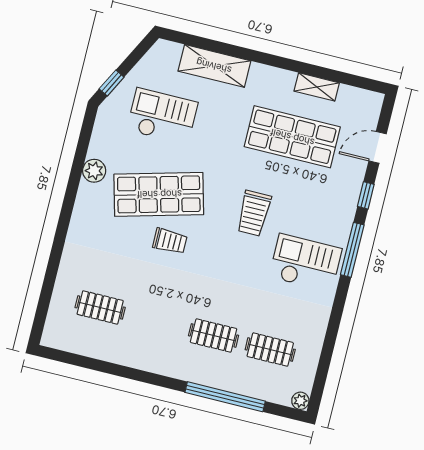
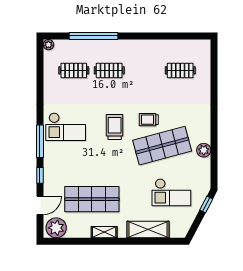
shelving: (317, 87) -> (104, 232), moved
plant: (361, 105) -> (56, 228), added
trolley: (254, 213) -> (115, 127), moved

